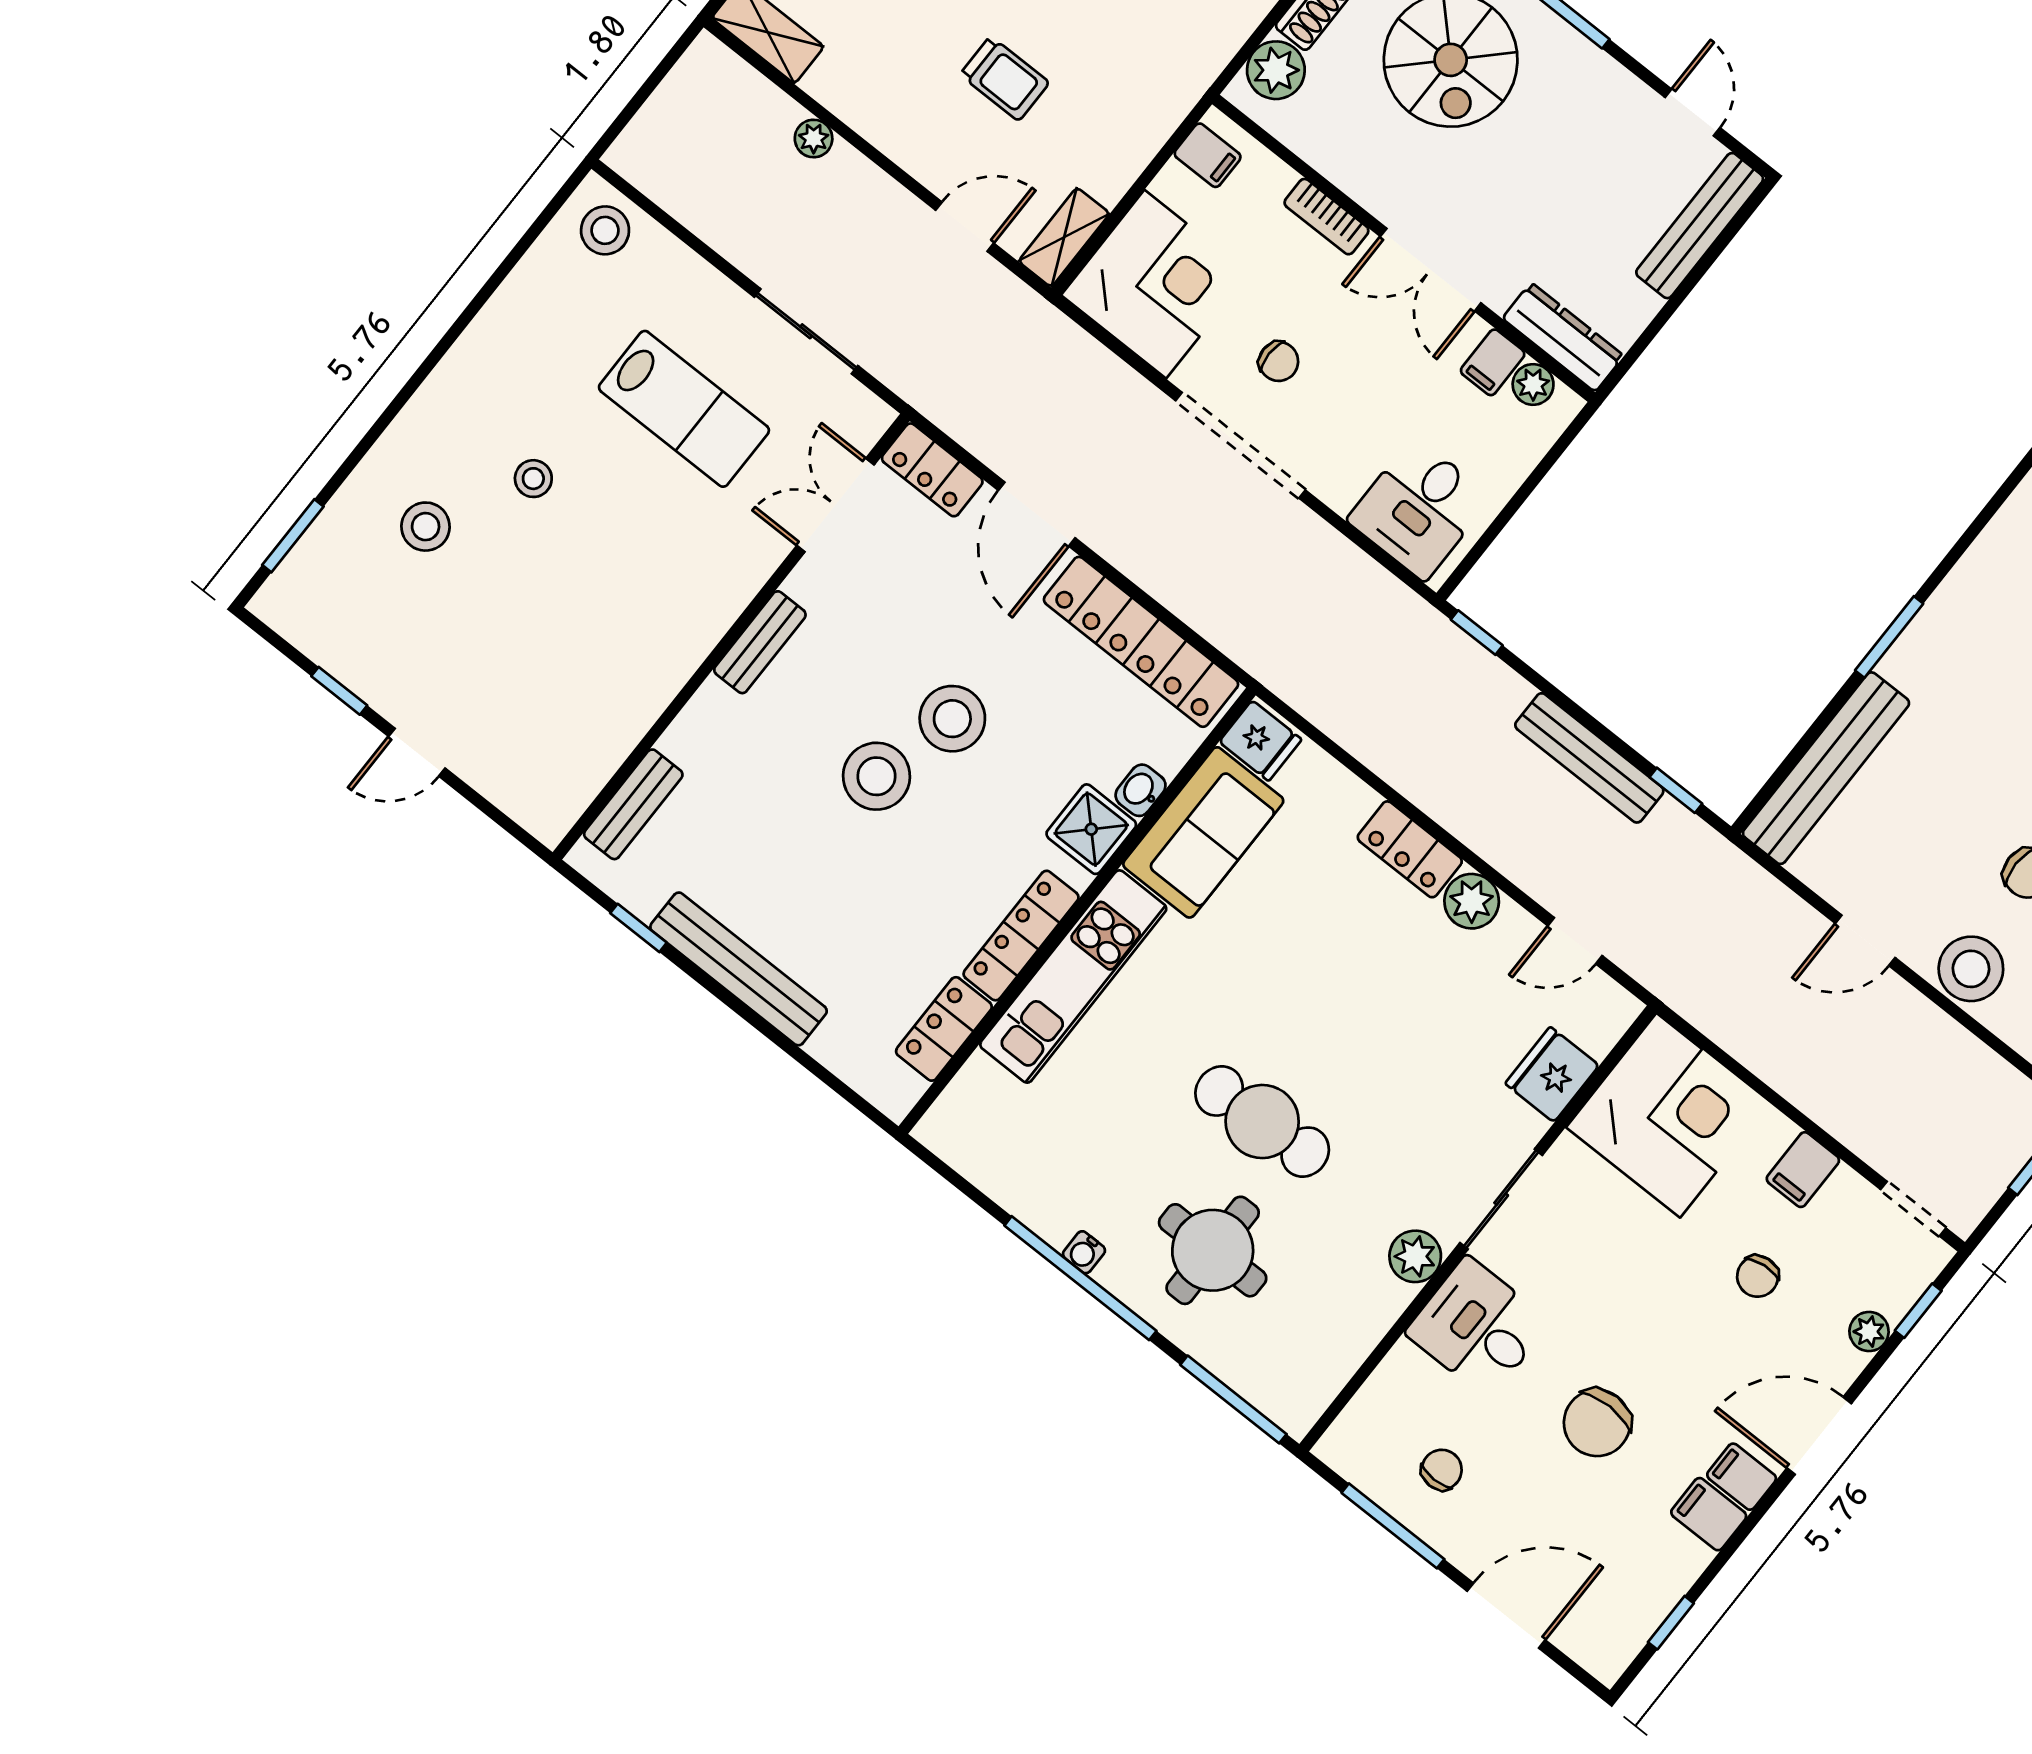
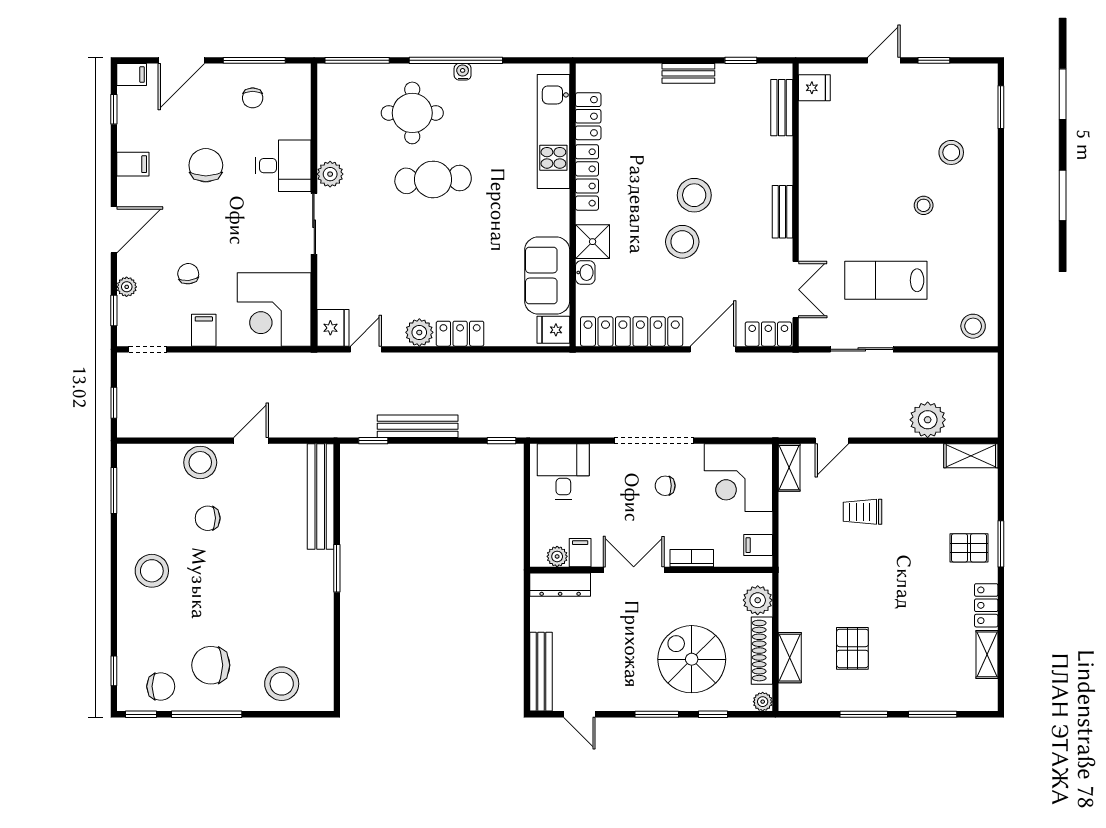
plant: (814, 138) -> (928, 420), width x1.87, depth x1.87
door: (1037, 514) -> (713, 349), hinge flipped
fridge: (558, 795) -> (814, 88), added
bench: (739, 969) -> (688, 73), width x0.54, depth x0.82
kitchen unit: (1073, 976) -> (553, 131), moved
fridge: (1552, 1074) -> (333, 328), moved
filing cabinet: (1742, 1477) -> (132, 75), moved

